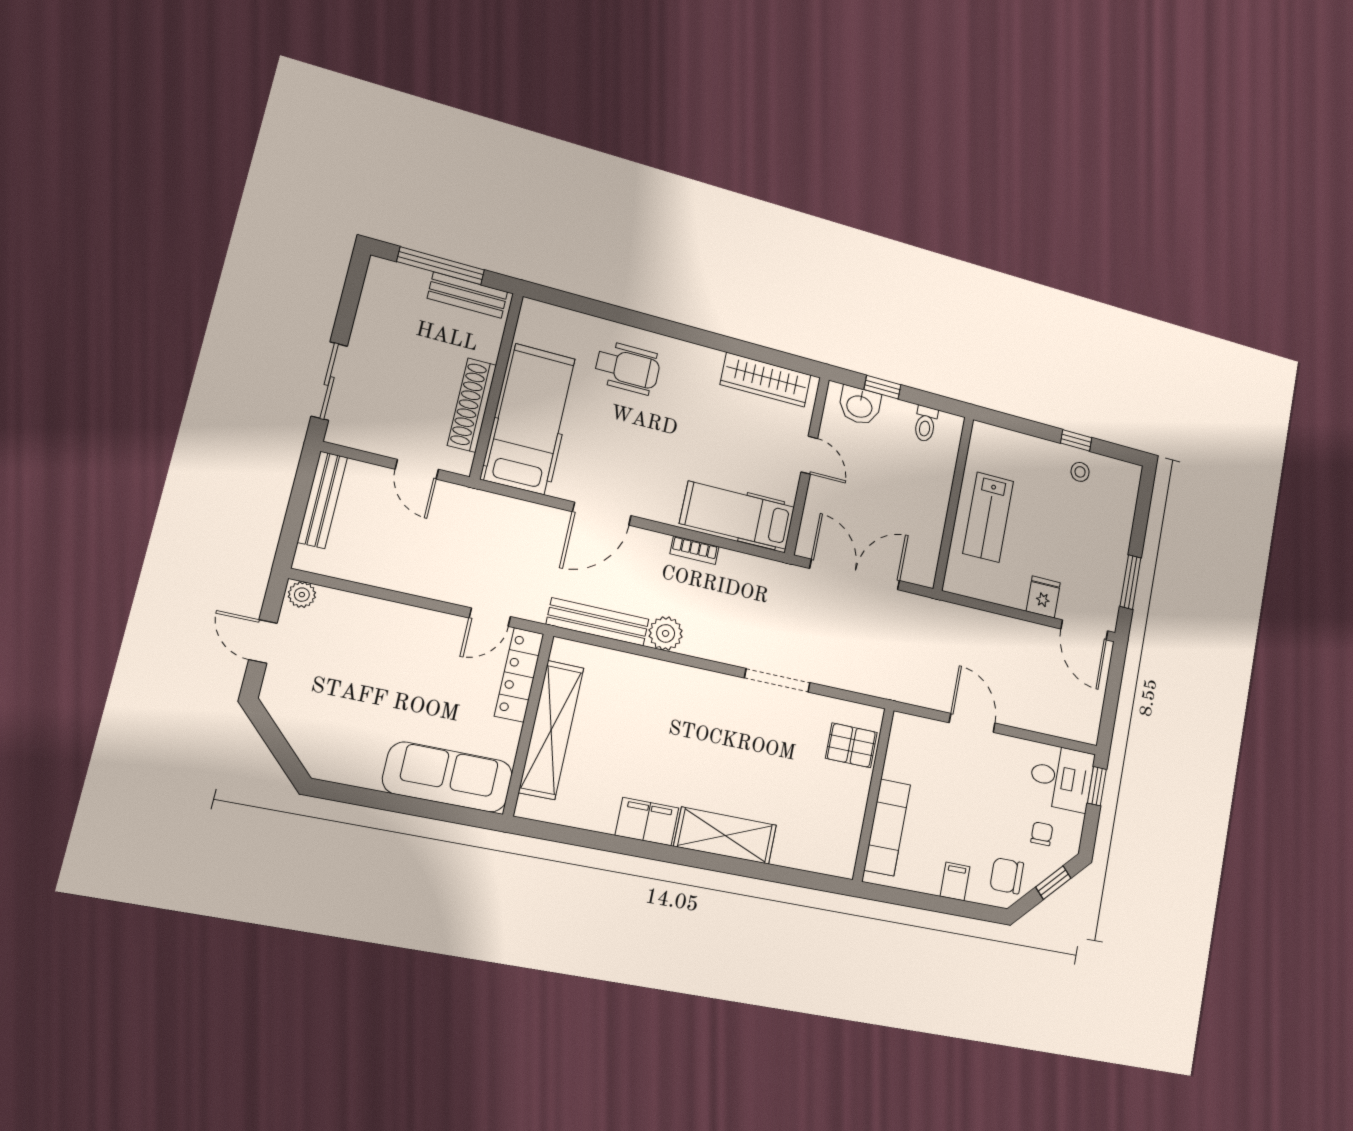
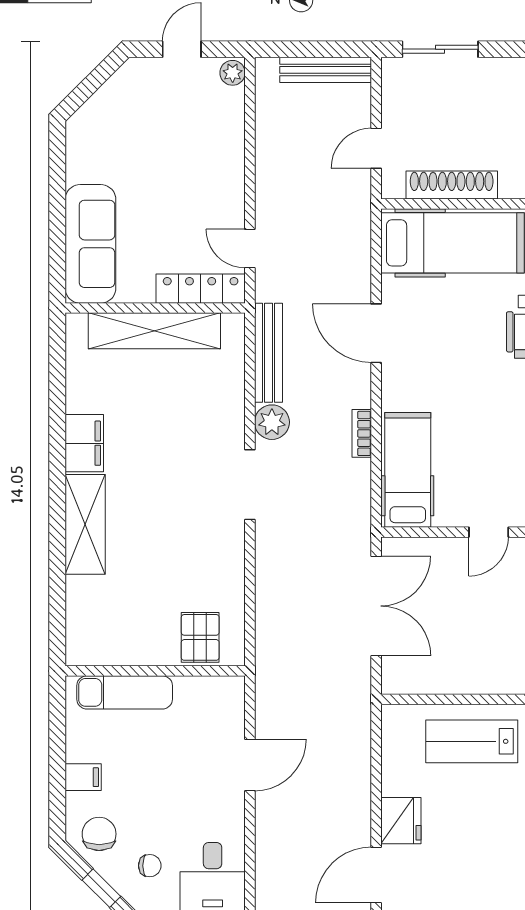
fridge: (1043, 597) -> (401, 821), width x1.38
doorway: (777, 680) -> (250, 485), moved

